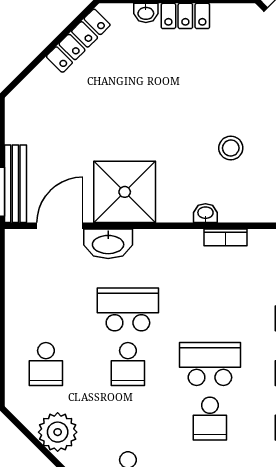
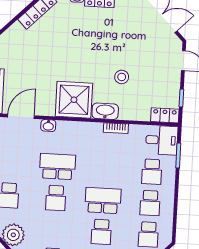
shower: (125, 192) -> (74, 100), moved
washbasin: (205, 213) -> (105, 111), width x1.91, depth x1.45
washbasin: (108, 244) -> (48, 125), width x0.52, depth x0.69

